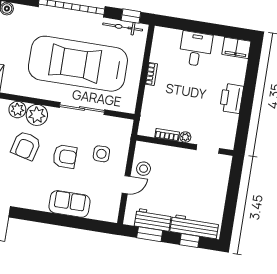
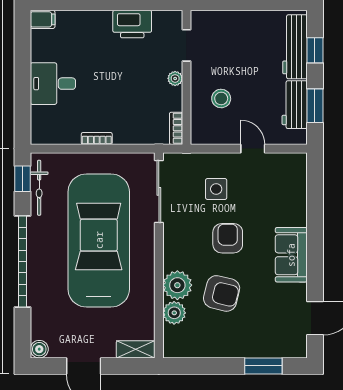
filing cabinet: (236, 48) -> (43, 19), width x0.50
car: (78, 64) -> (99, 240), turned 180
printer: (232, 98) -> (132, 24), moved
sliding door: (82, 109) -> (159, 191), moved
bookcase: (167, 135) -> (176, 128), moved
stool: (144, 169) -> (221, 98), moved
sofa: (70, 204) -> (291, 255), moved

